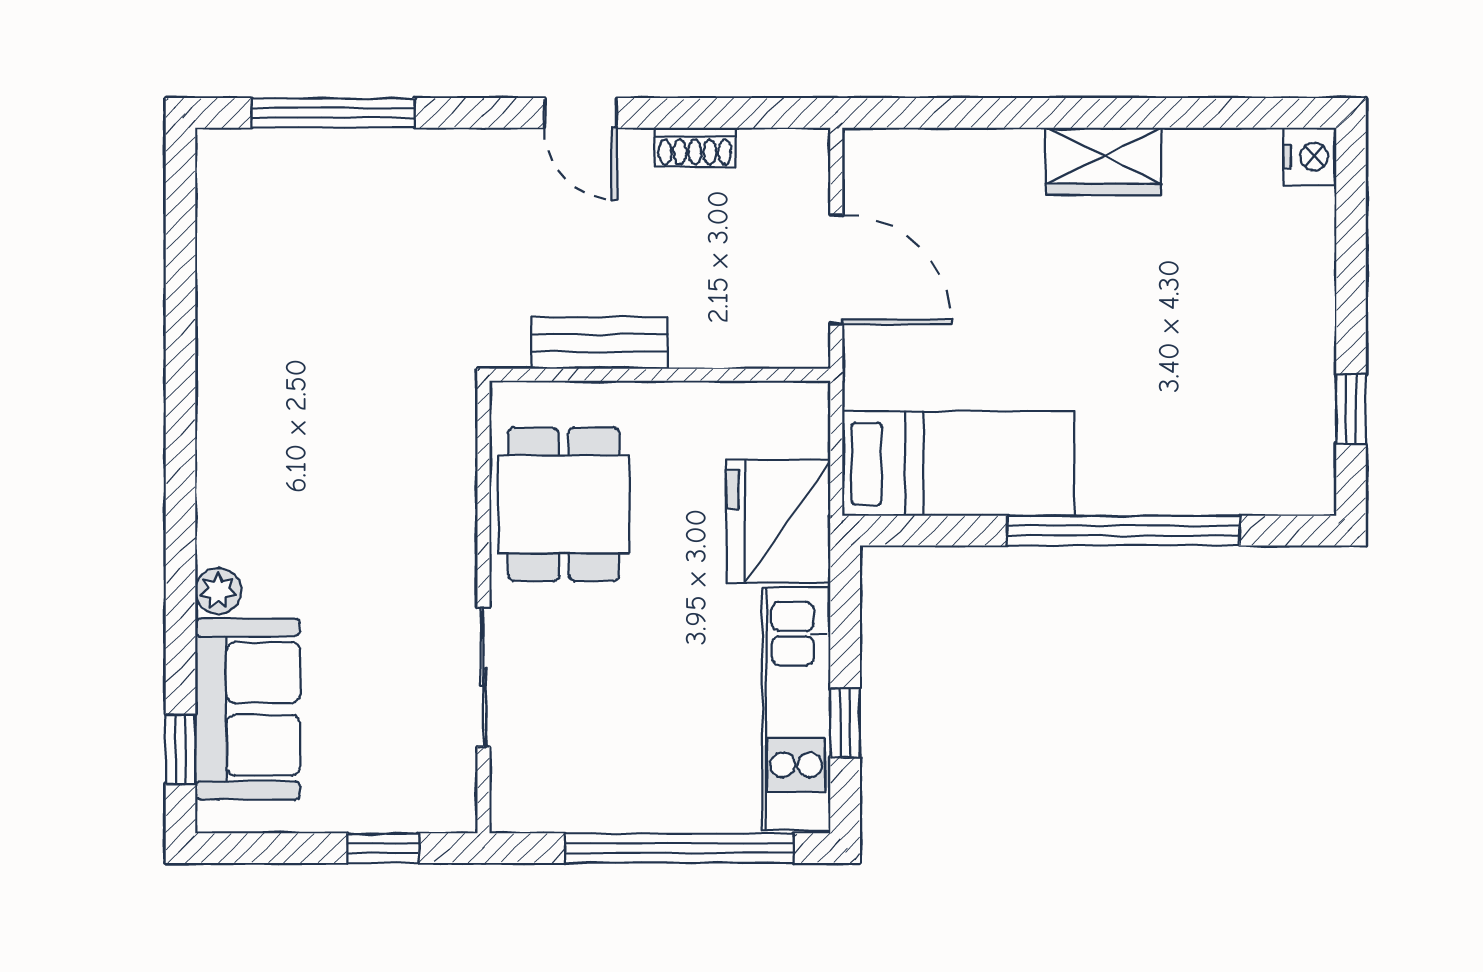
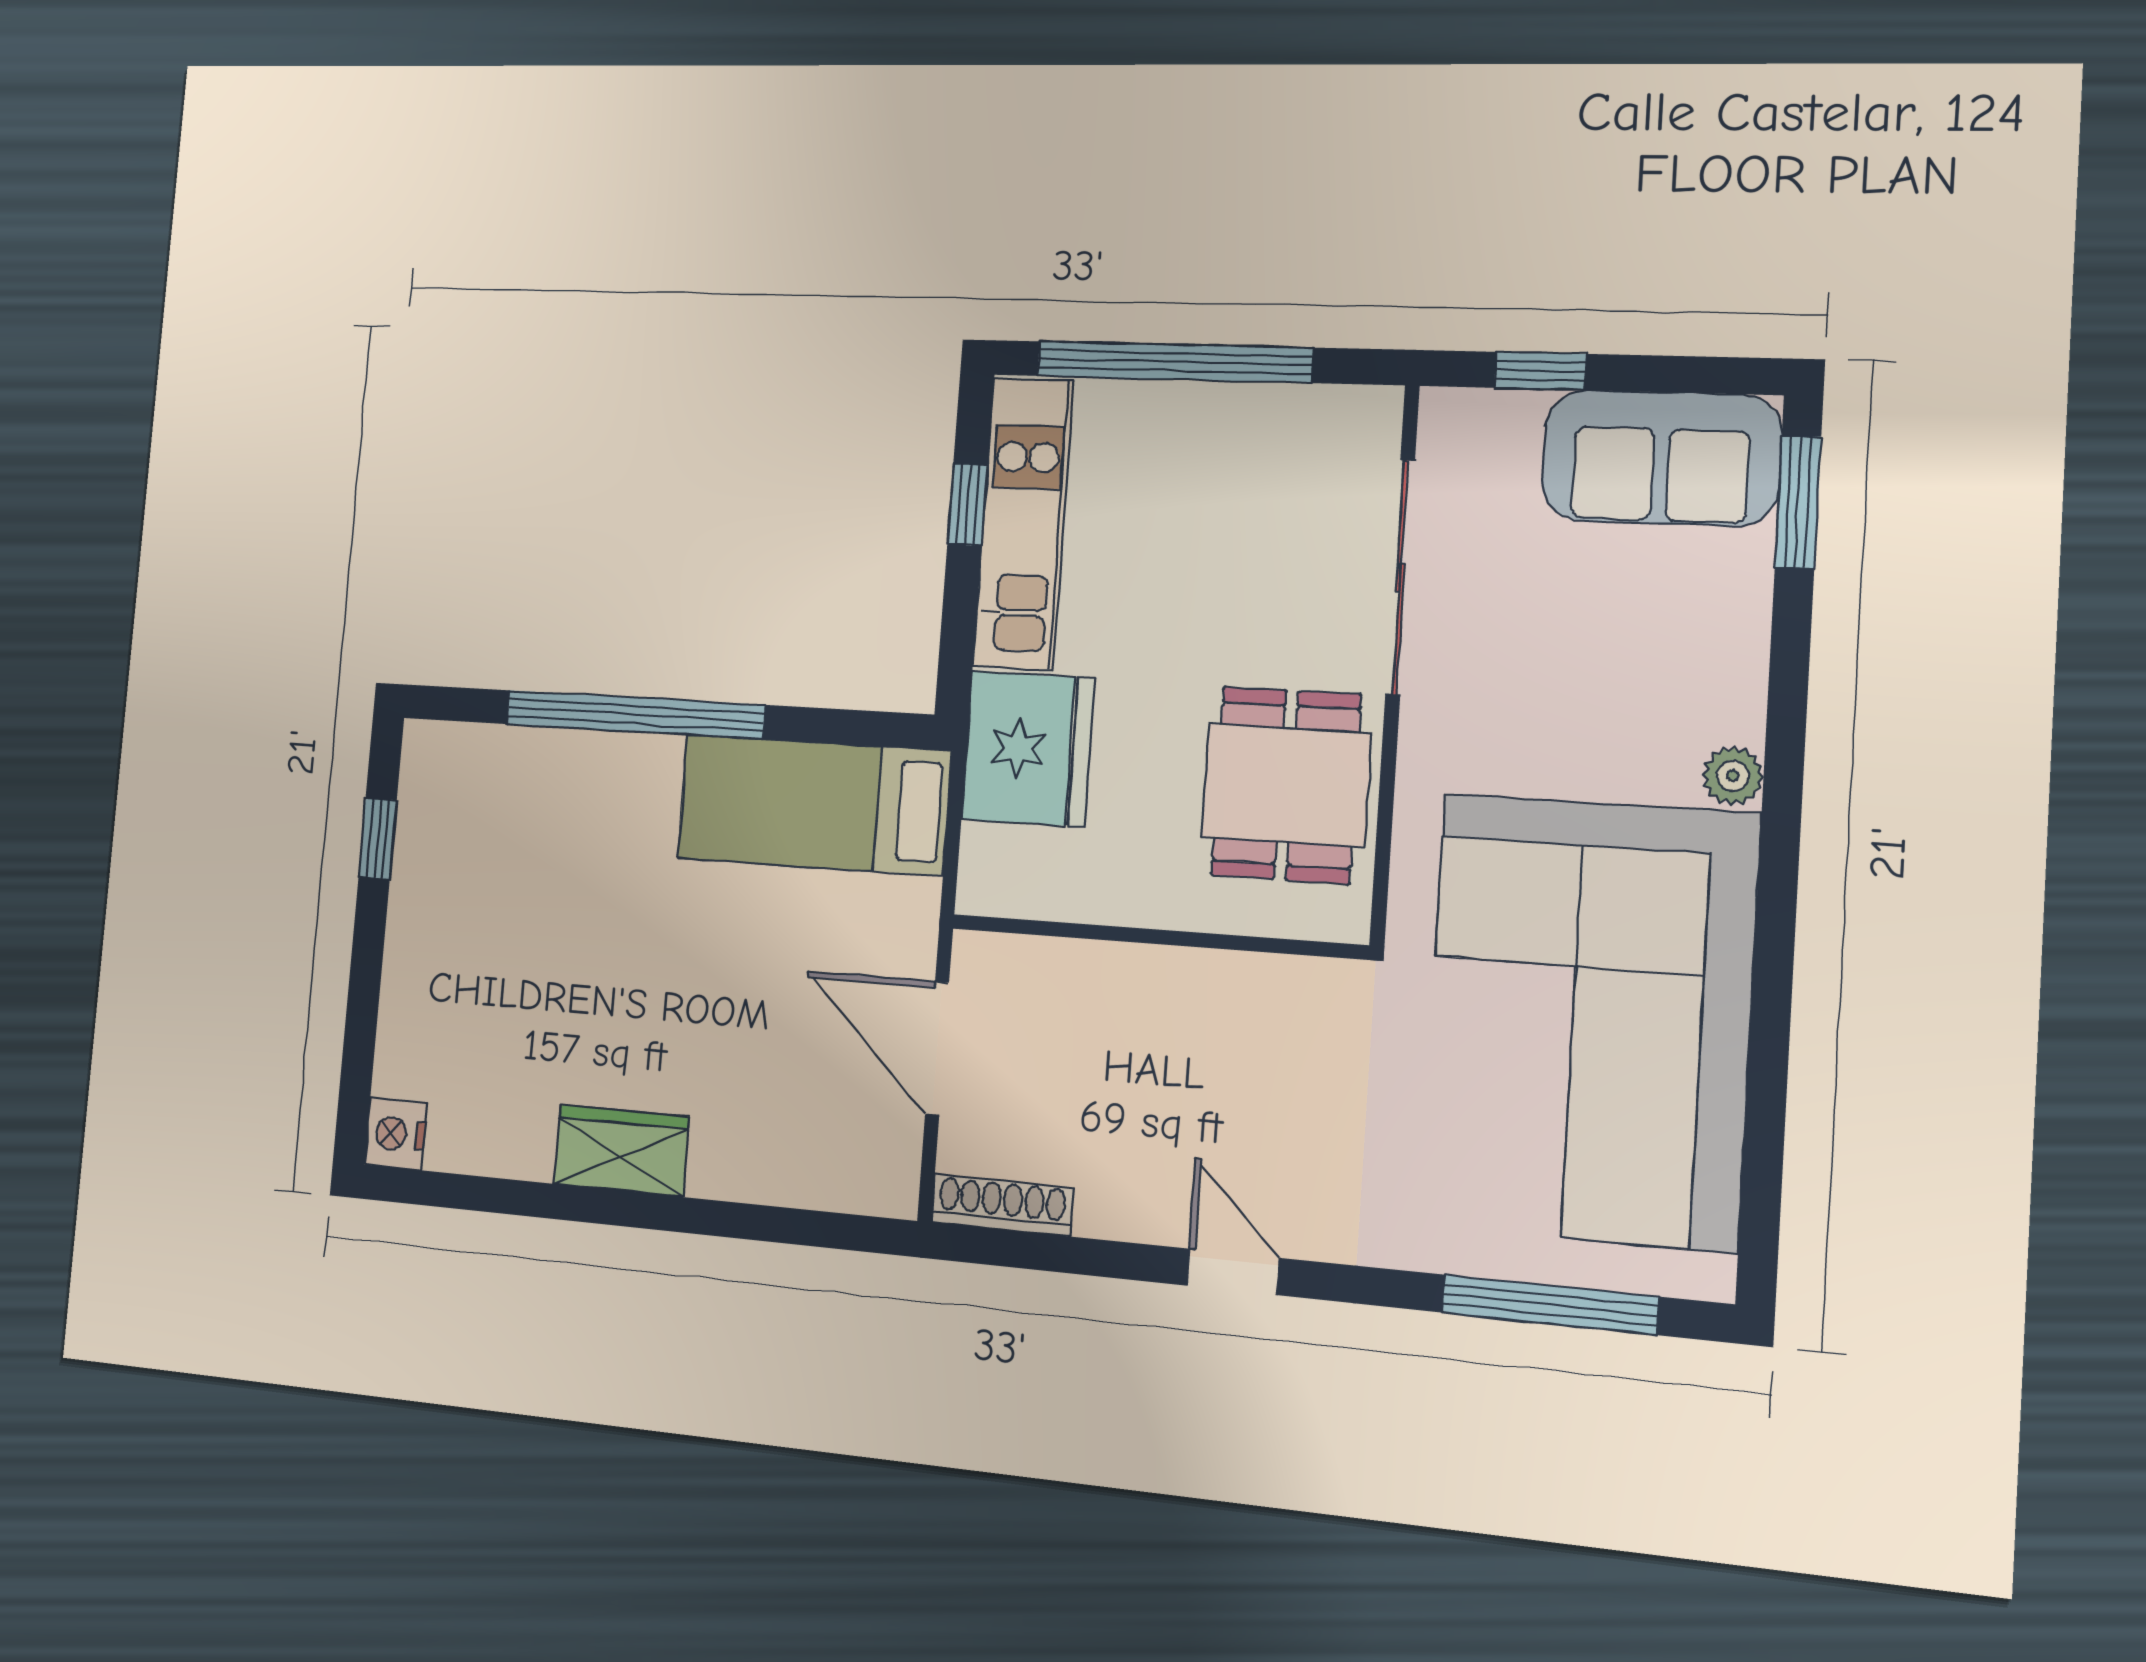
shoe rack: (695, 147) -> (1002, 1205), moved, width x1.43
corner sofa: (316, 335) -> (1589, 1020), added
bench: (600, 343) -> (1229, 982), removed
plant: (218, 591) -> (1733, 776), moved
sliding door: (483, 677) -> (1400, 577), width x1.37
sofa: (248, 709) -> (1661, 458), moved, turned -90
window: (180, 749) -> (1798, 502), width x1.50

